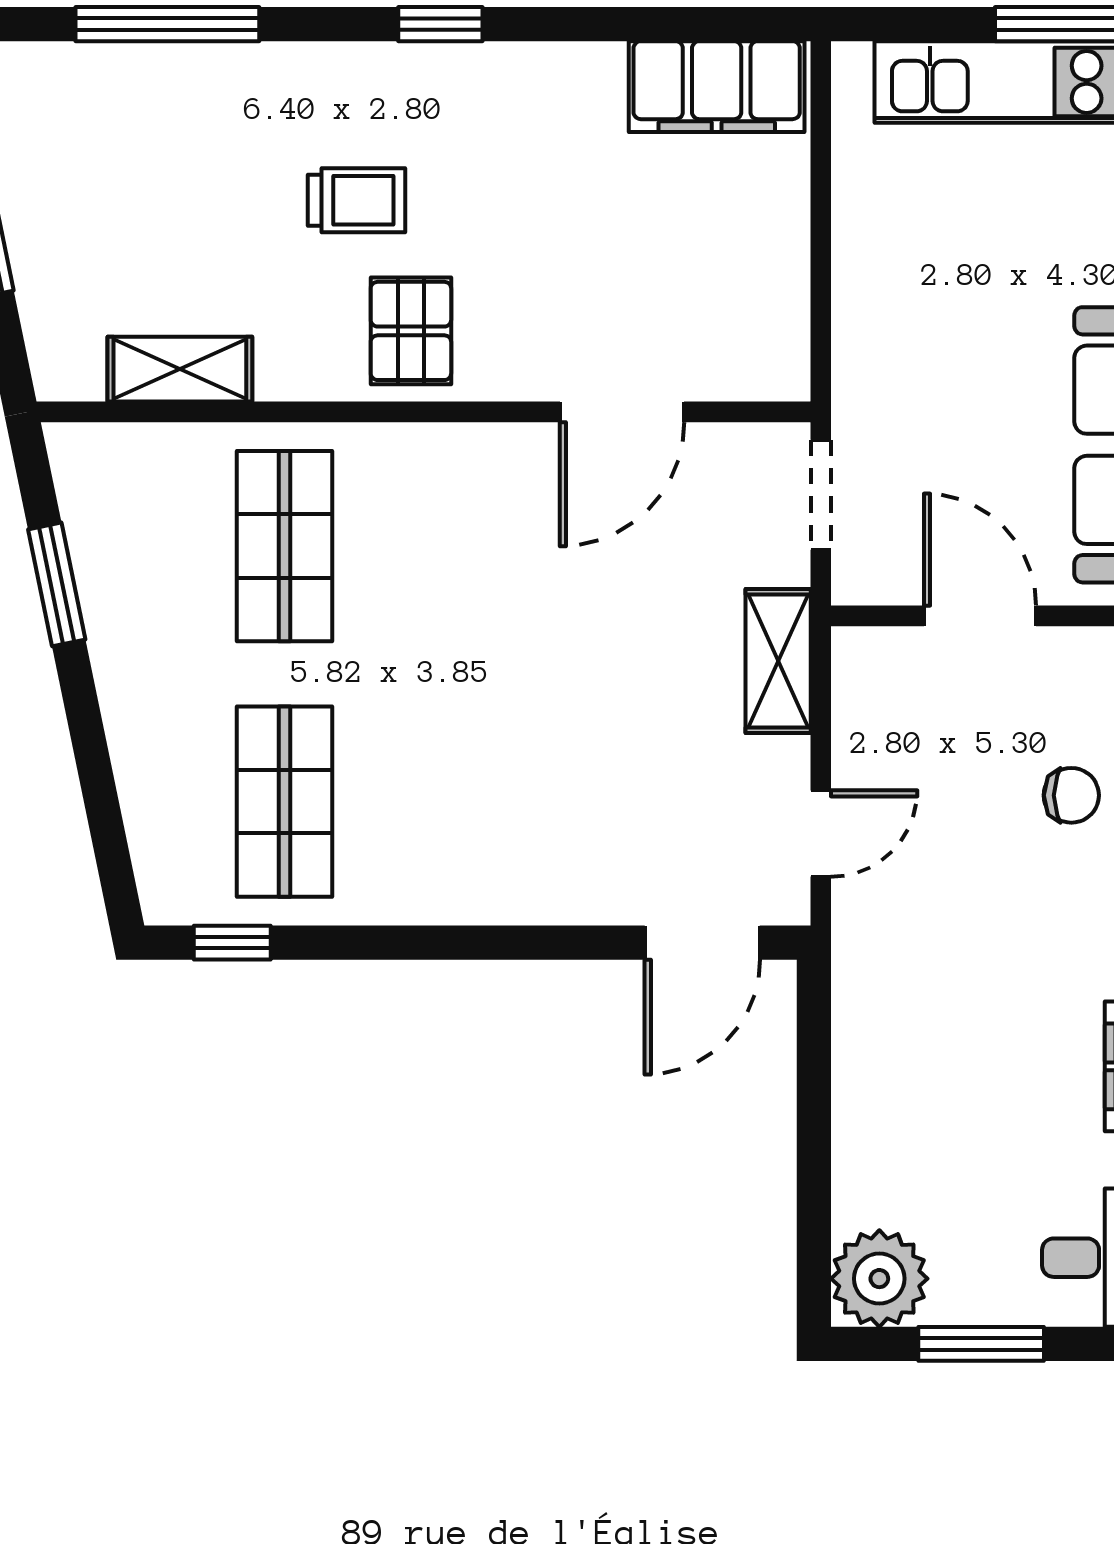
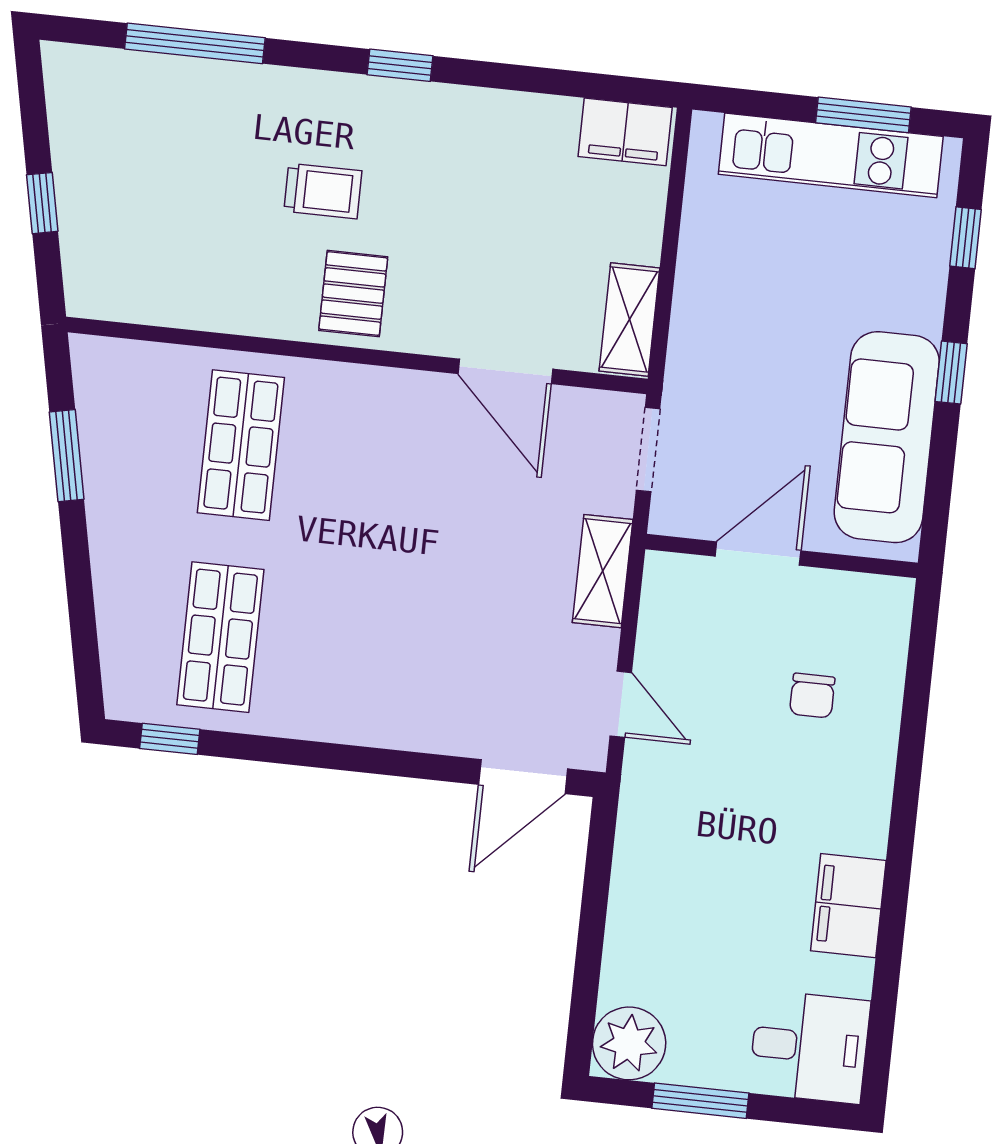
filing cabinet: (717, 87) -> (625, 132), width x0.67, depth x0.86
shelving: (180, 369) -> (629, 319), moved, turned 90
door: (622, 412) -> (505, 371), hinge flipped
door: (980, 616) -> (758, 553), hinge flipped
chair: (1071, 795) -> (812, 696), turned 90
door: (821, 834) -> (621, 704), hinge flipped

